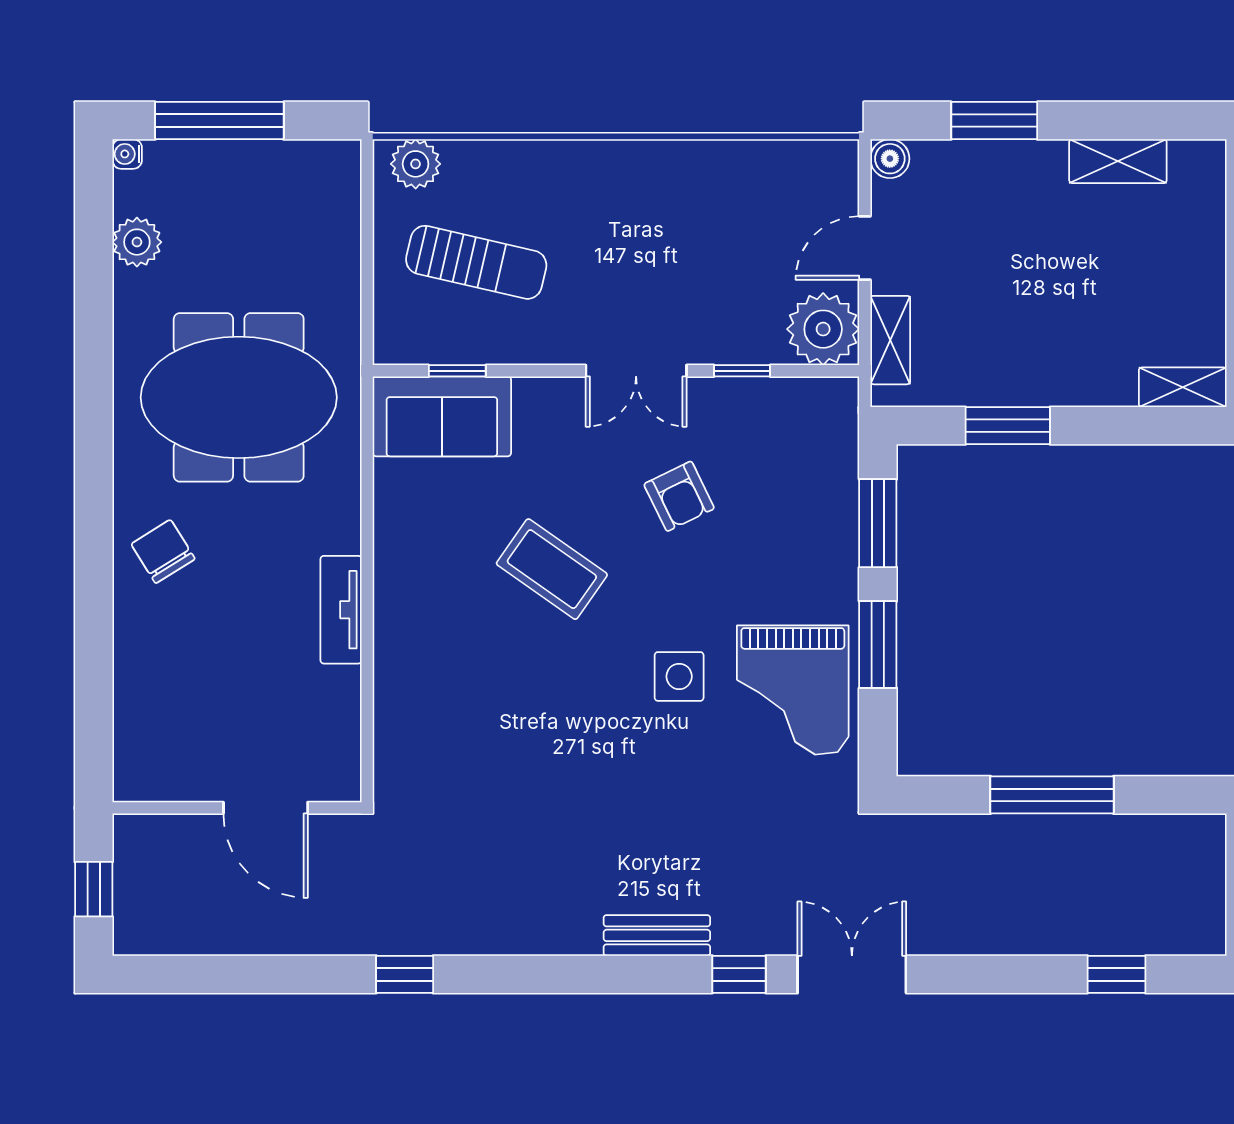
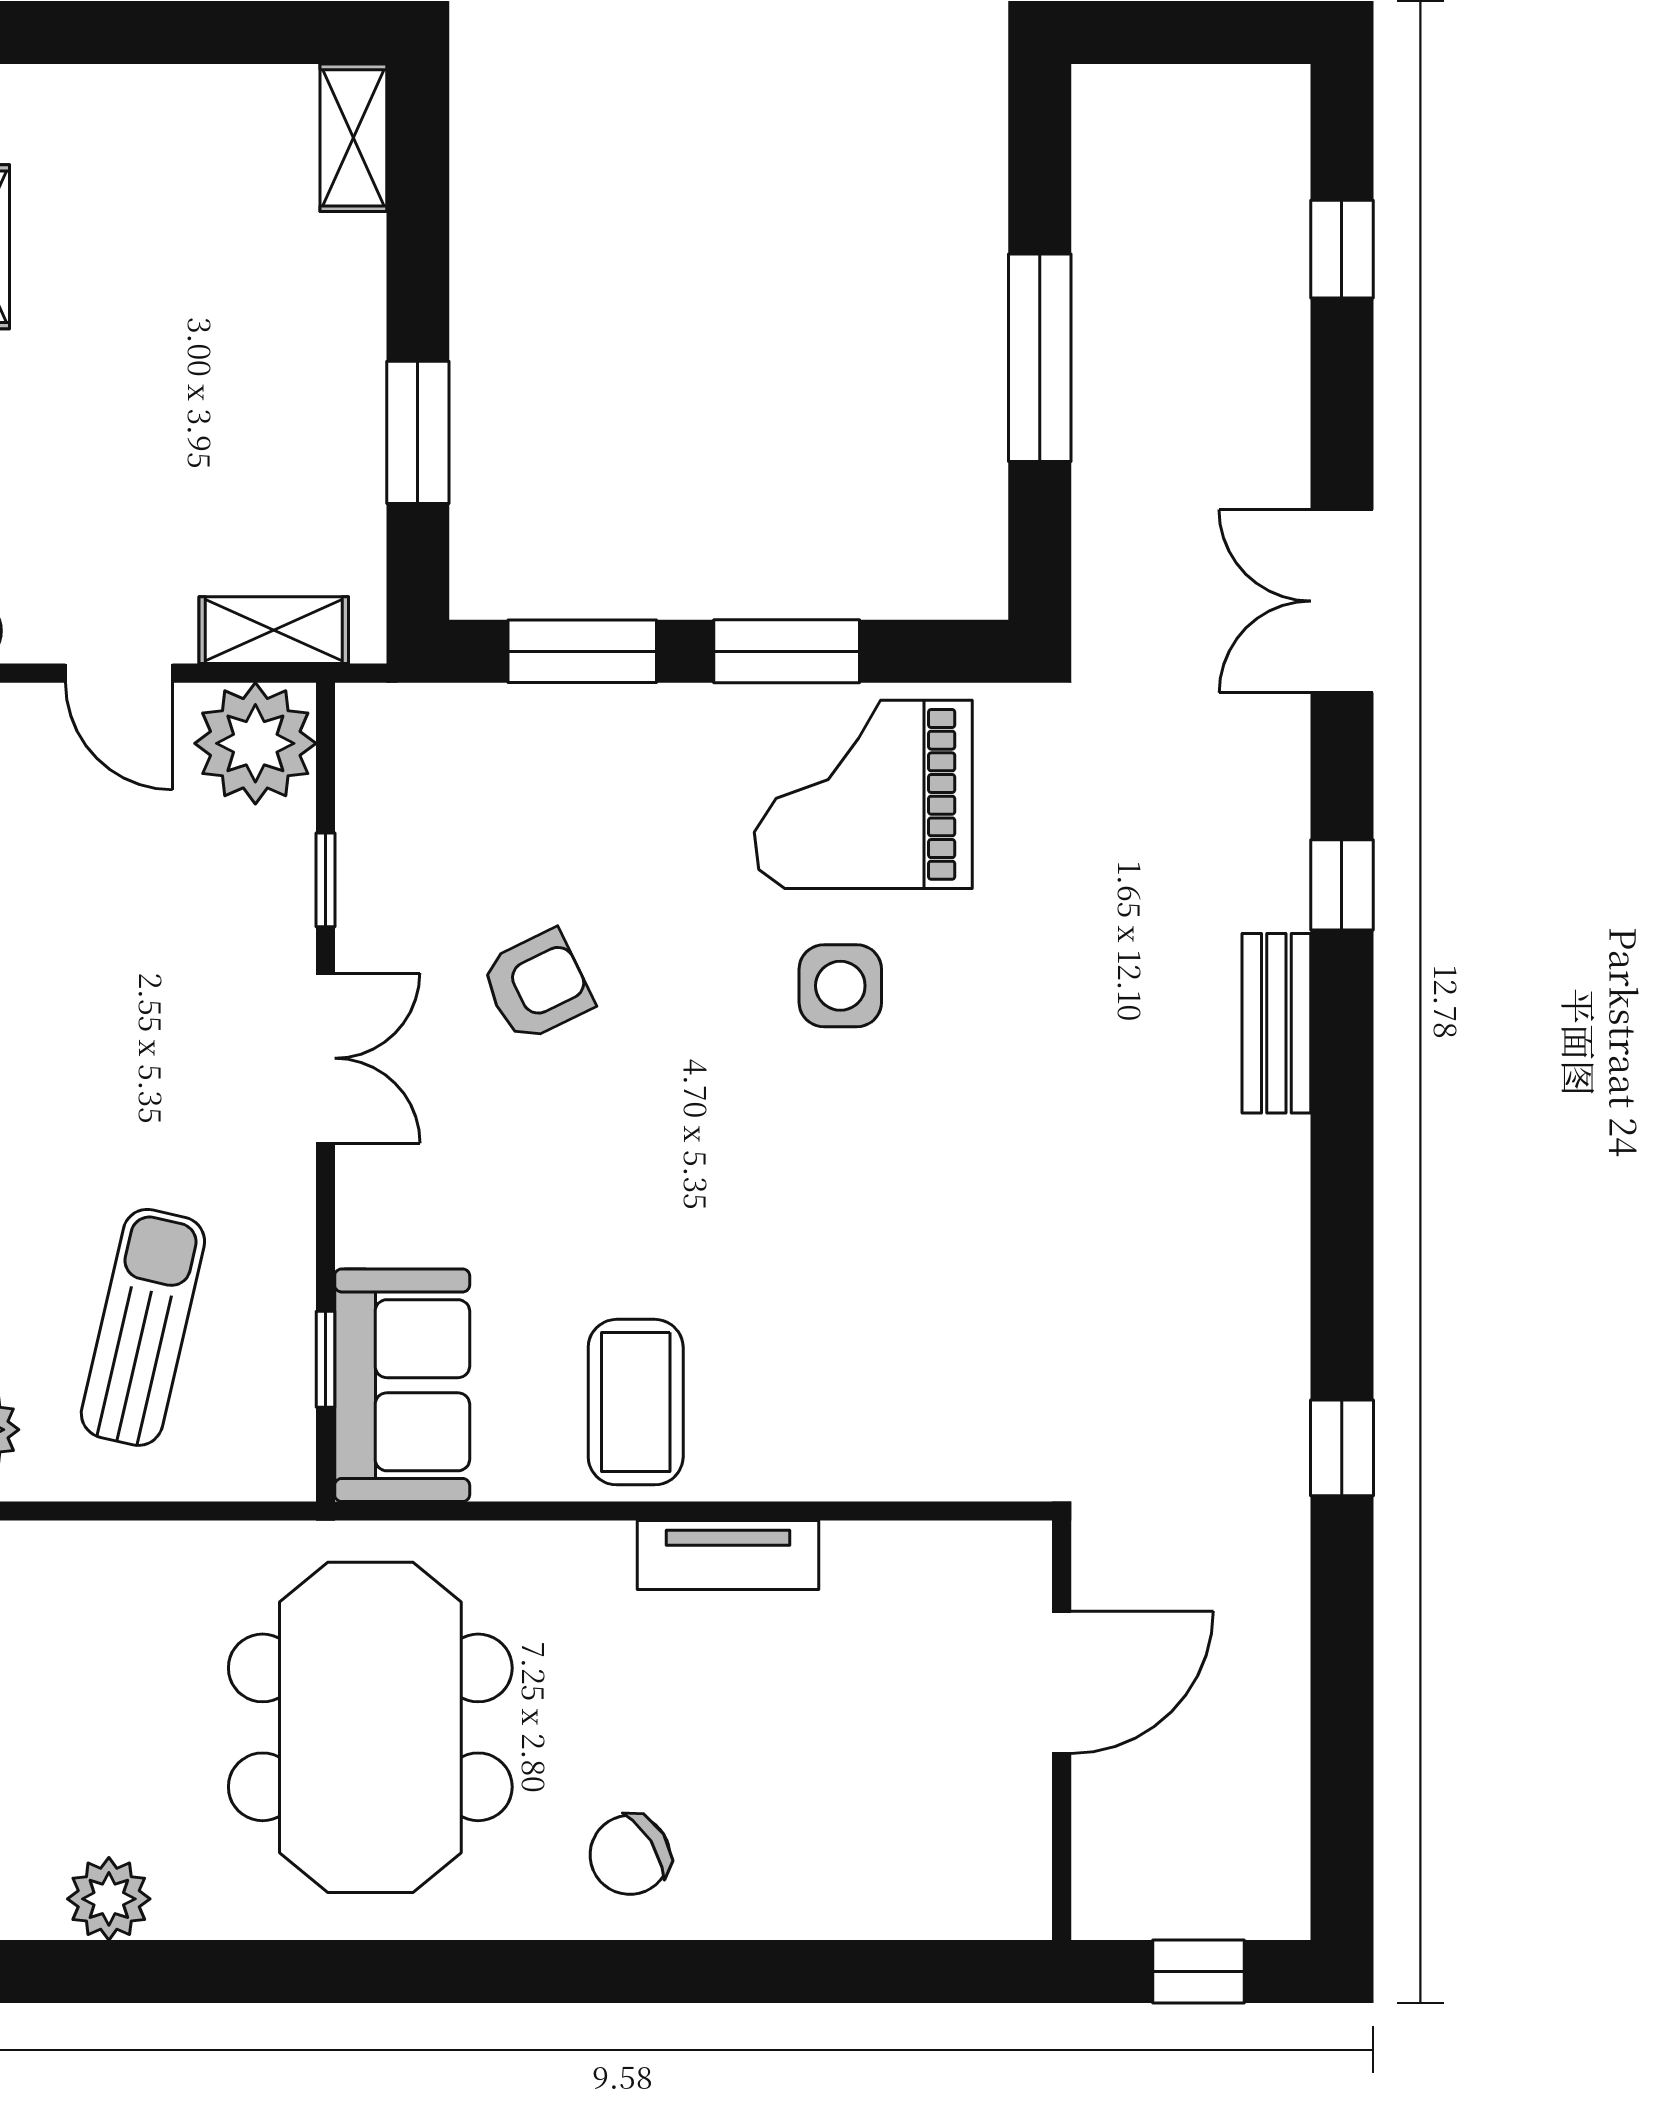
coffee table: (552, 569) -> (636, 1402), moved, turned -35
grand piano: (793, 690) -> (863, 794), turned 180
double door: (852, 974) -> (1342, 601), moved

